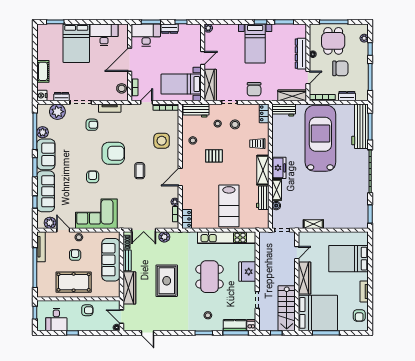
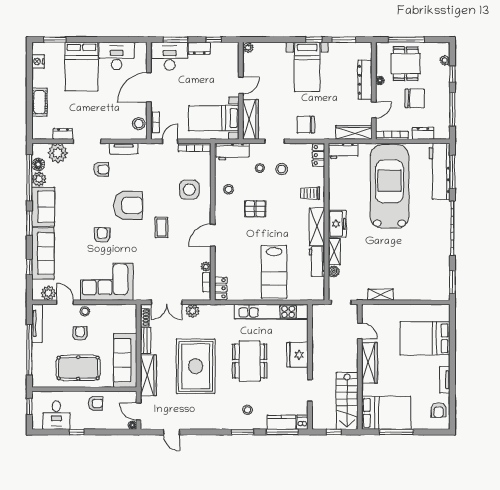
chair: (254, 89) -> (306, 125), turned 90
nightstand: (42, 95) -> (38, 62), moved
floor lamp: (42, 121) -> (38, 164), added
door: (297, 253) -> (360, 331), hinge flipped
sofa: (111, 260) -> (125, 360), moved
rug: (167, 281) -> (196, 366), width x1.37, depth x1.44
bed: (318, 313) -> (386, 413), width x0.73

